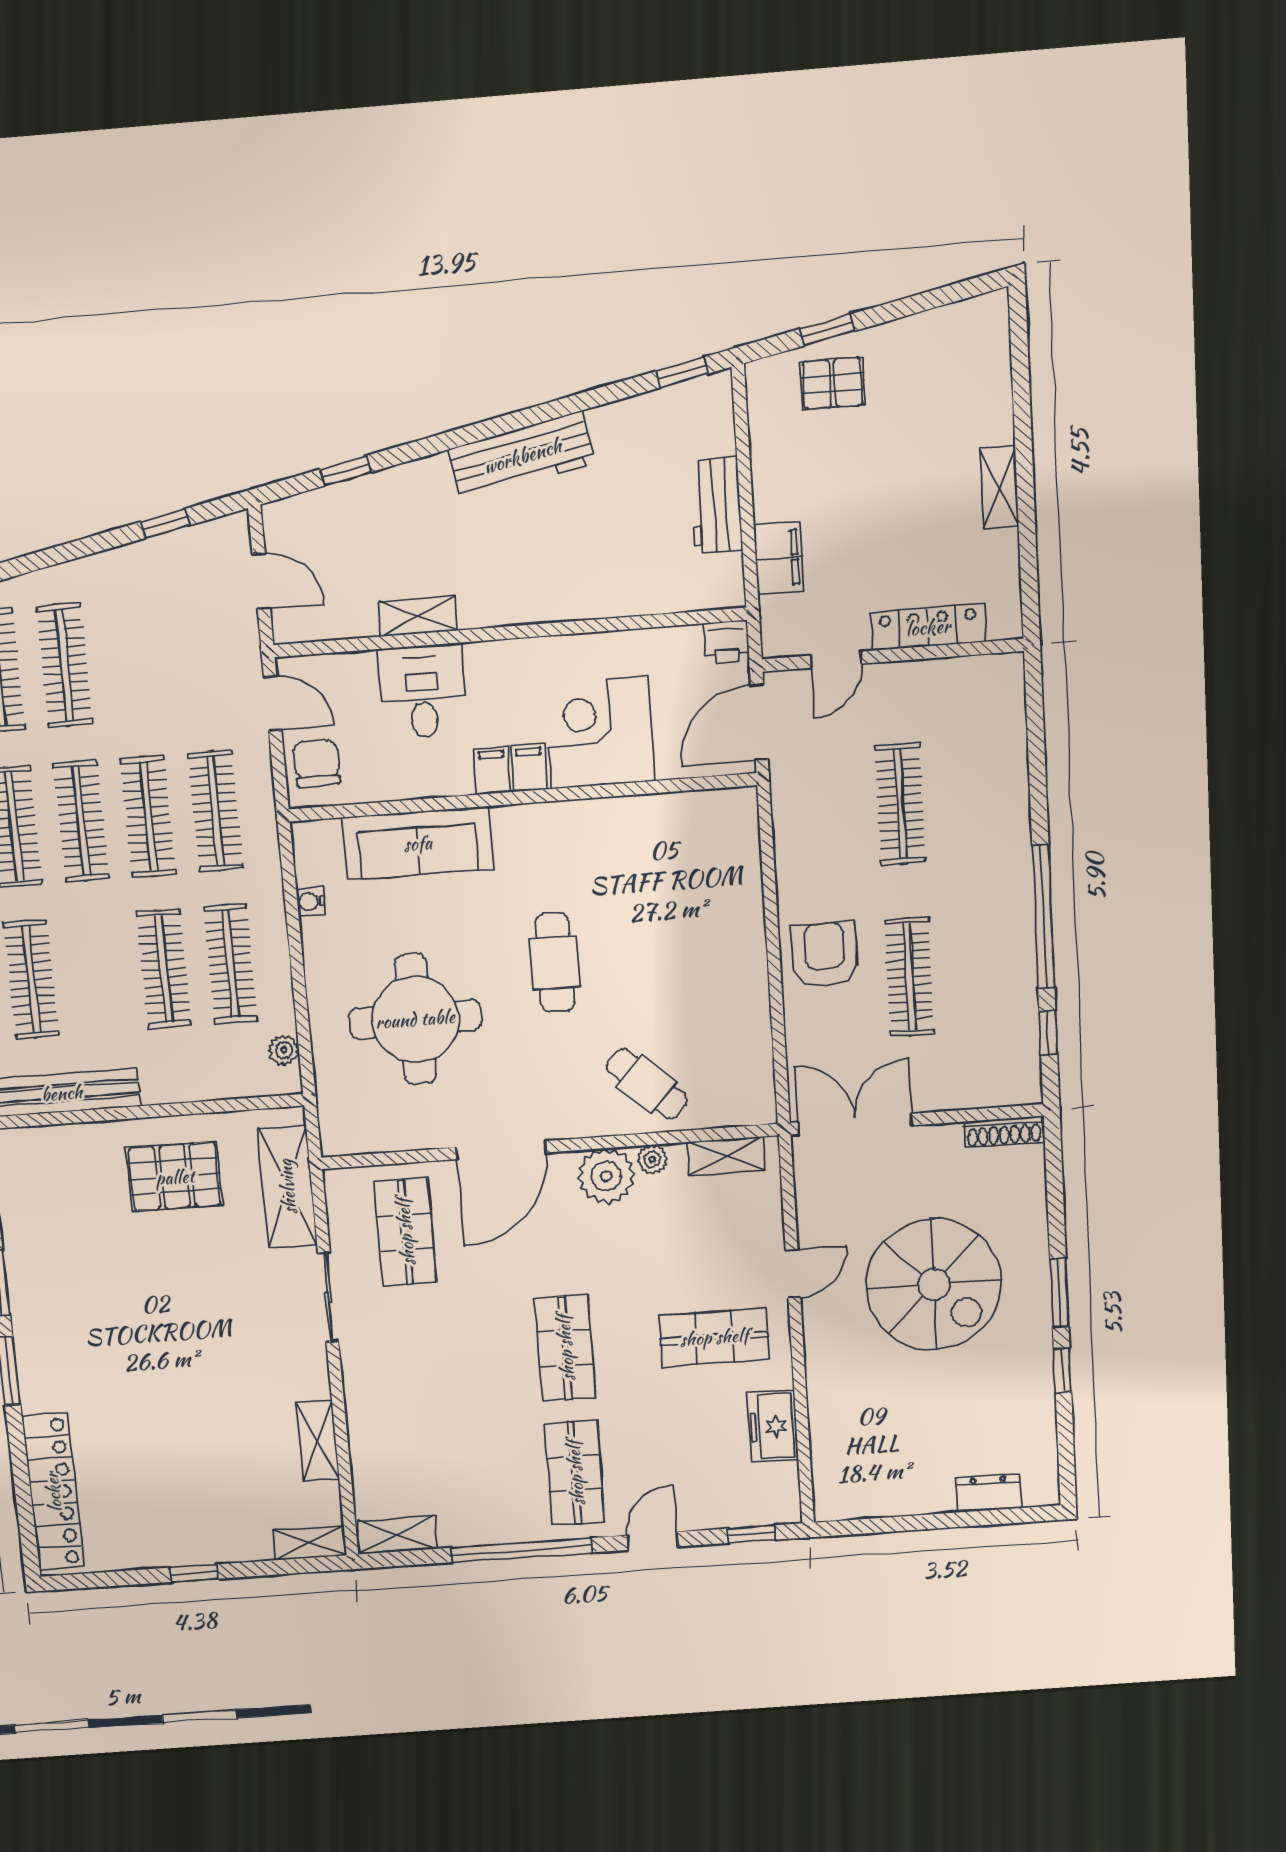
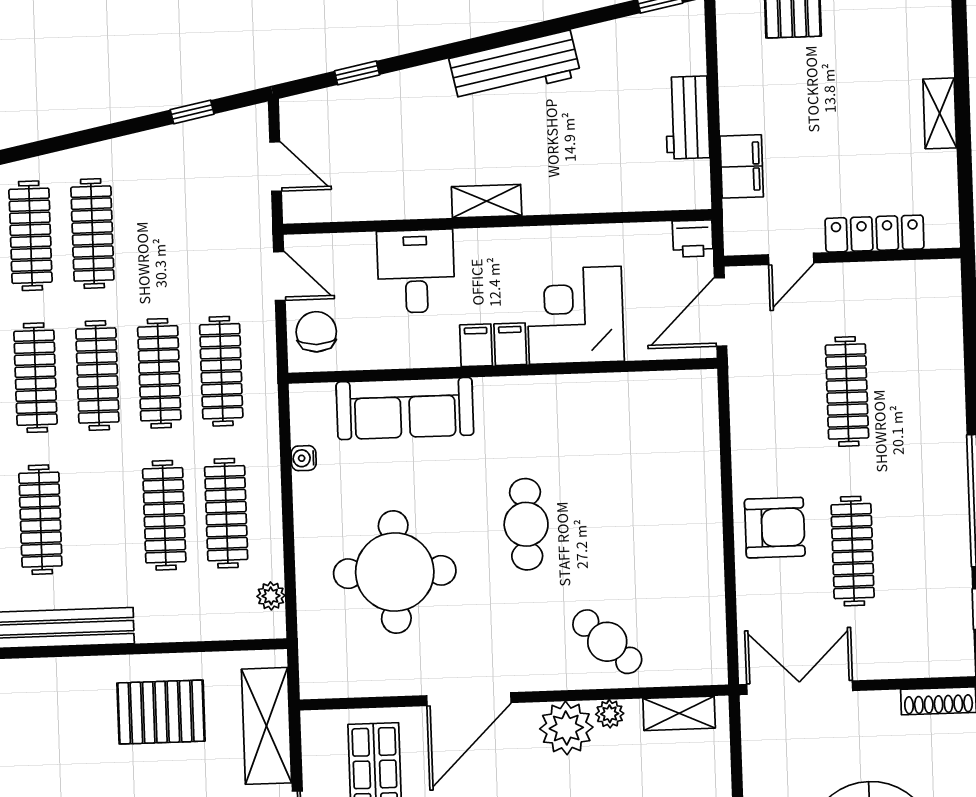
shelving: (418, 616) -> (487, 201), moved
armchair: (824, 955) -> (775, 528), turned 90

